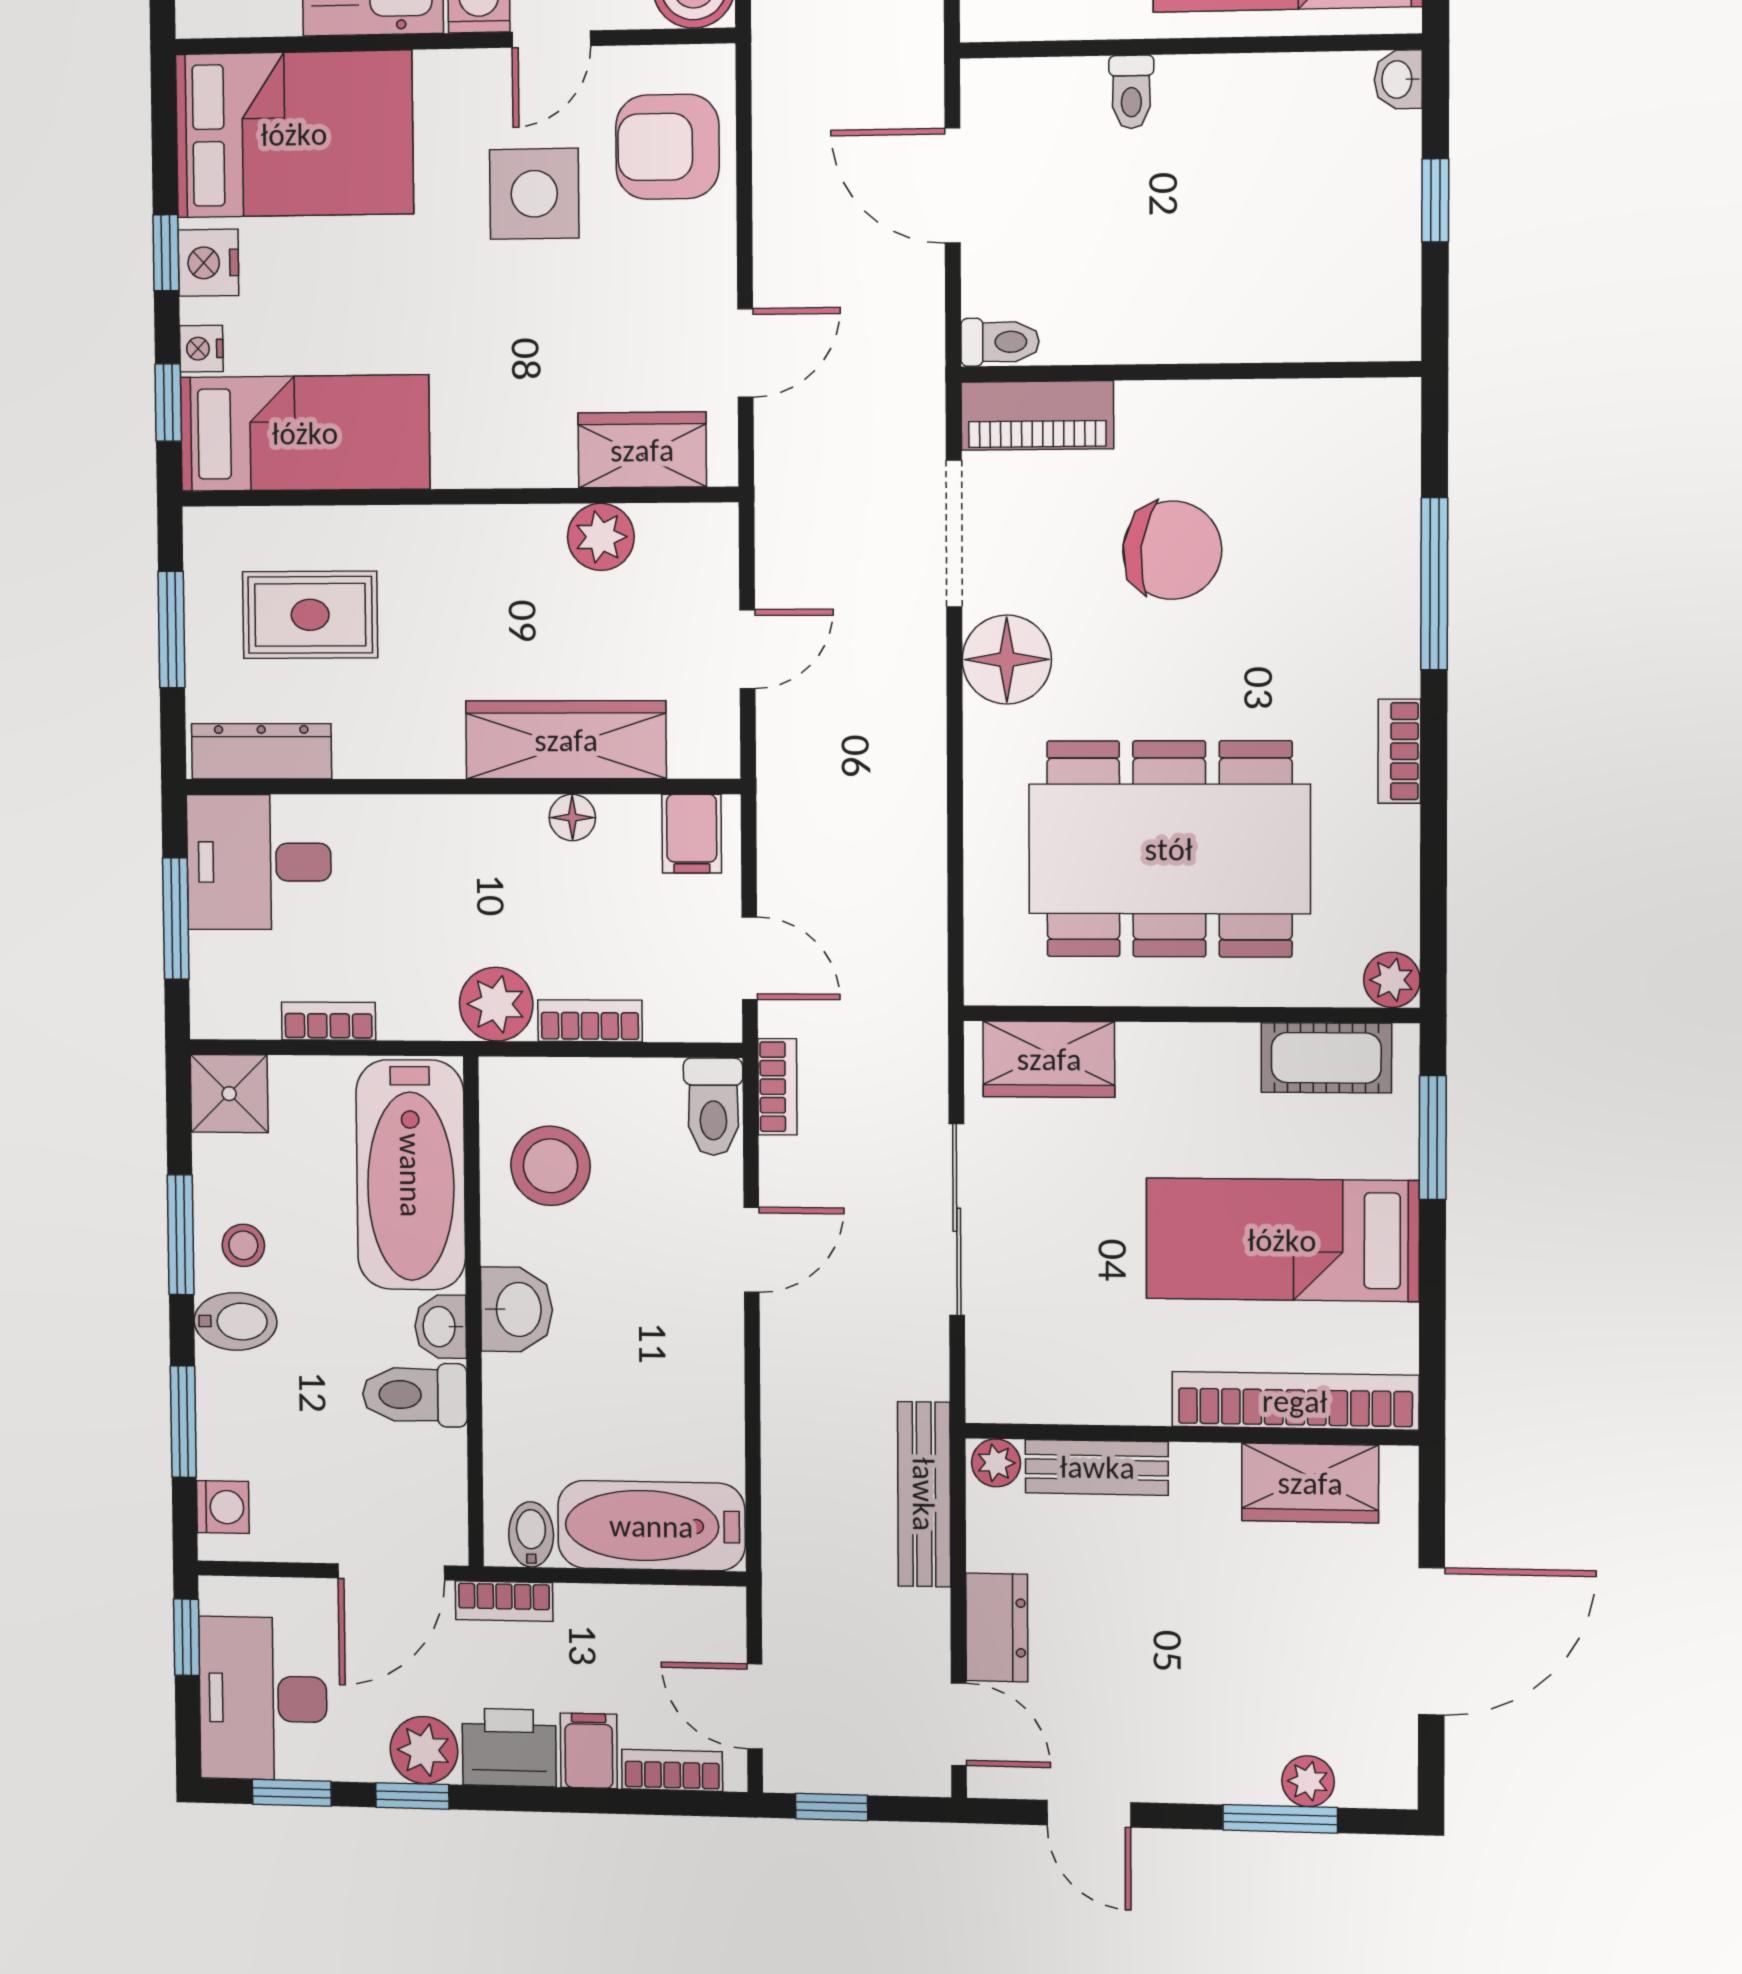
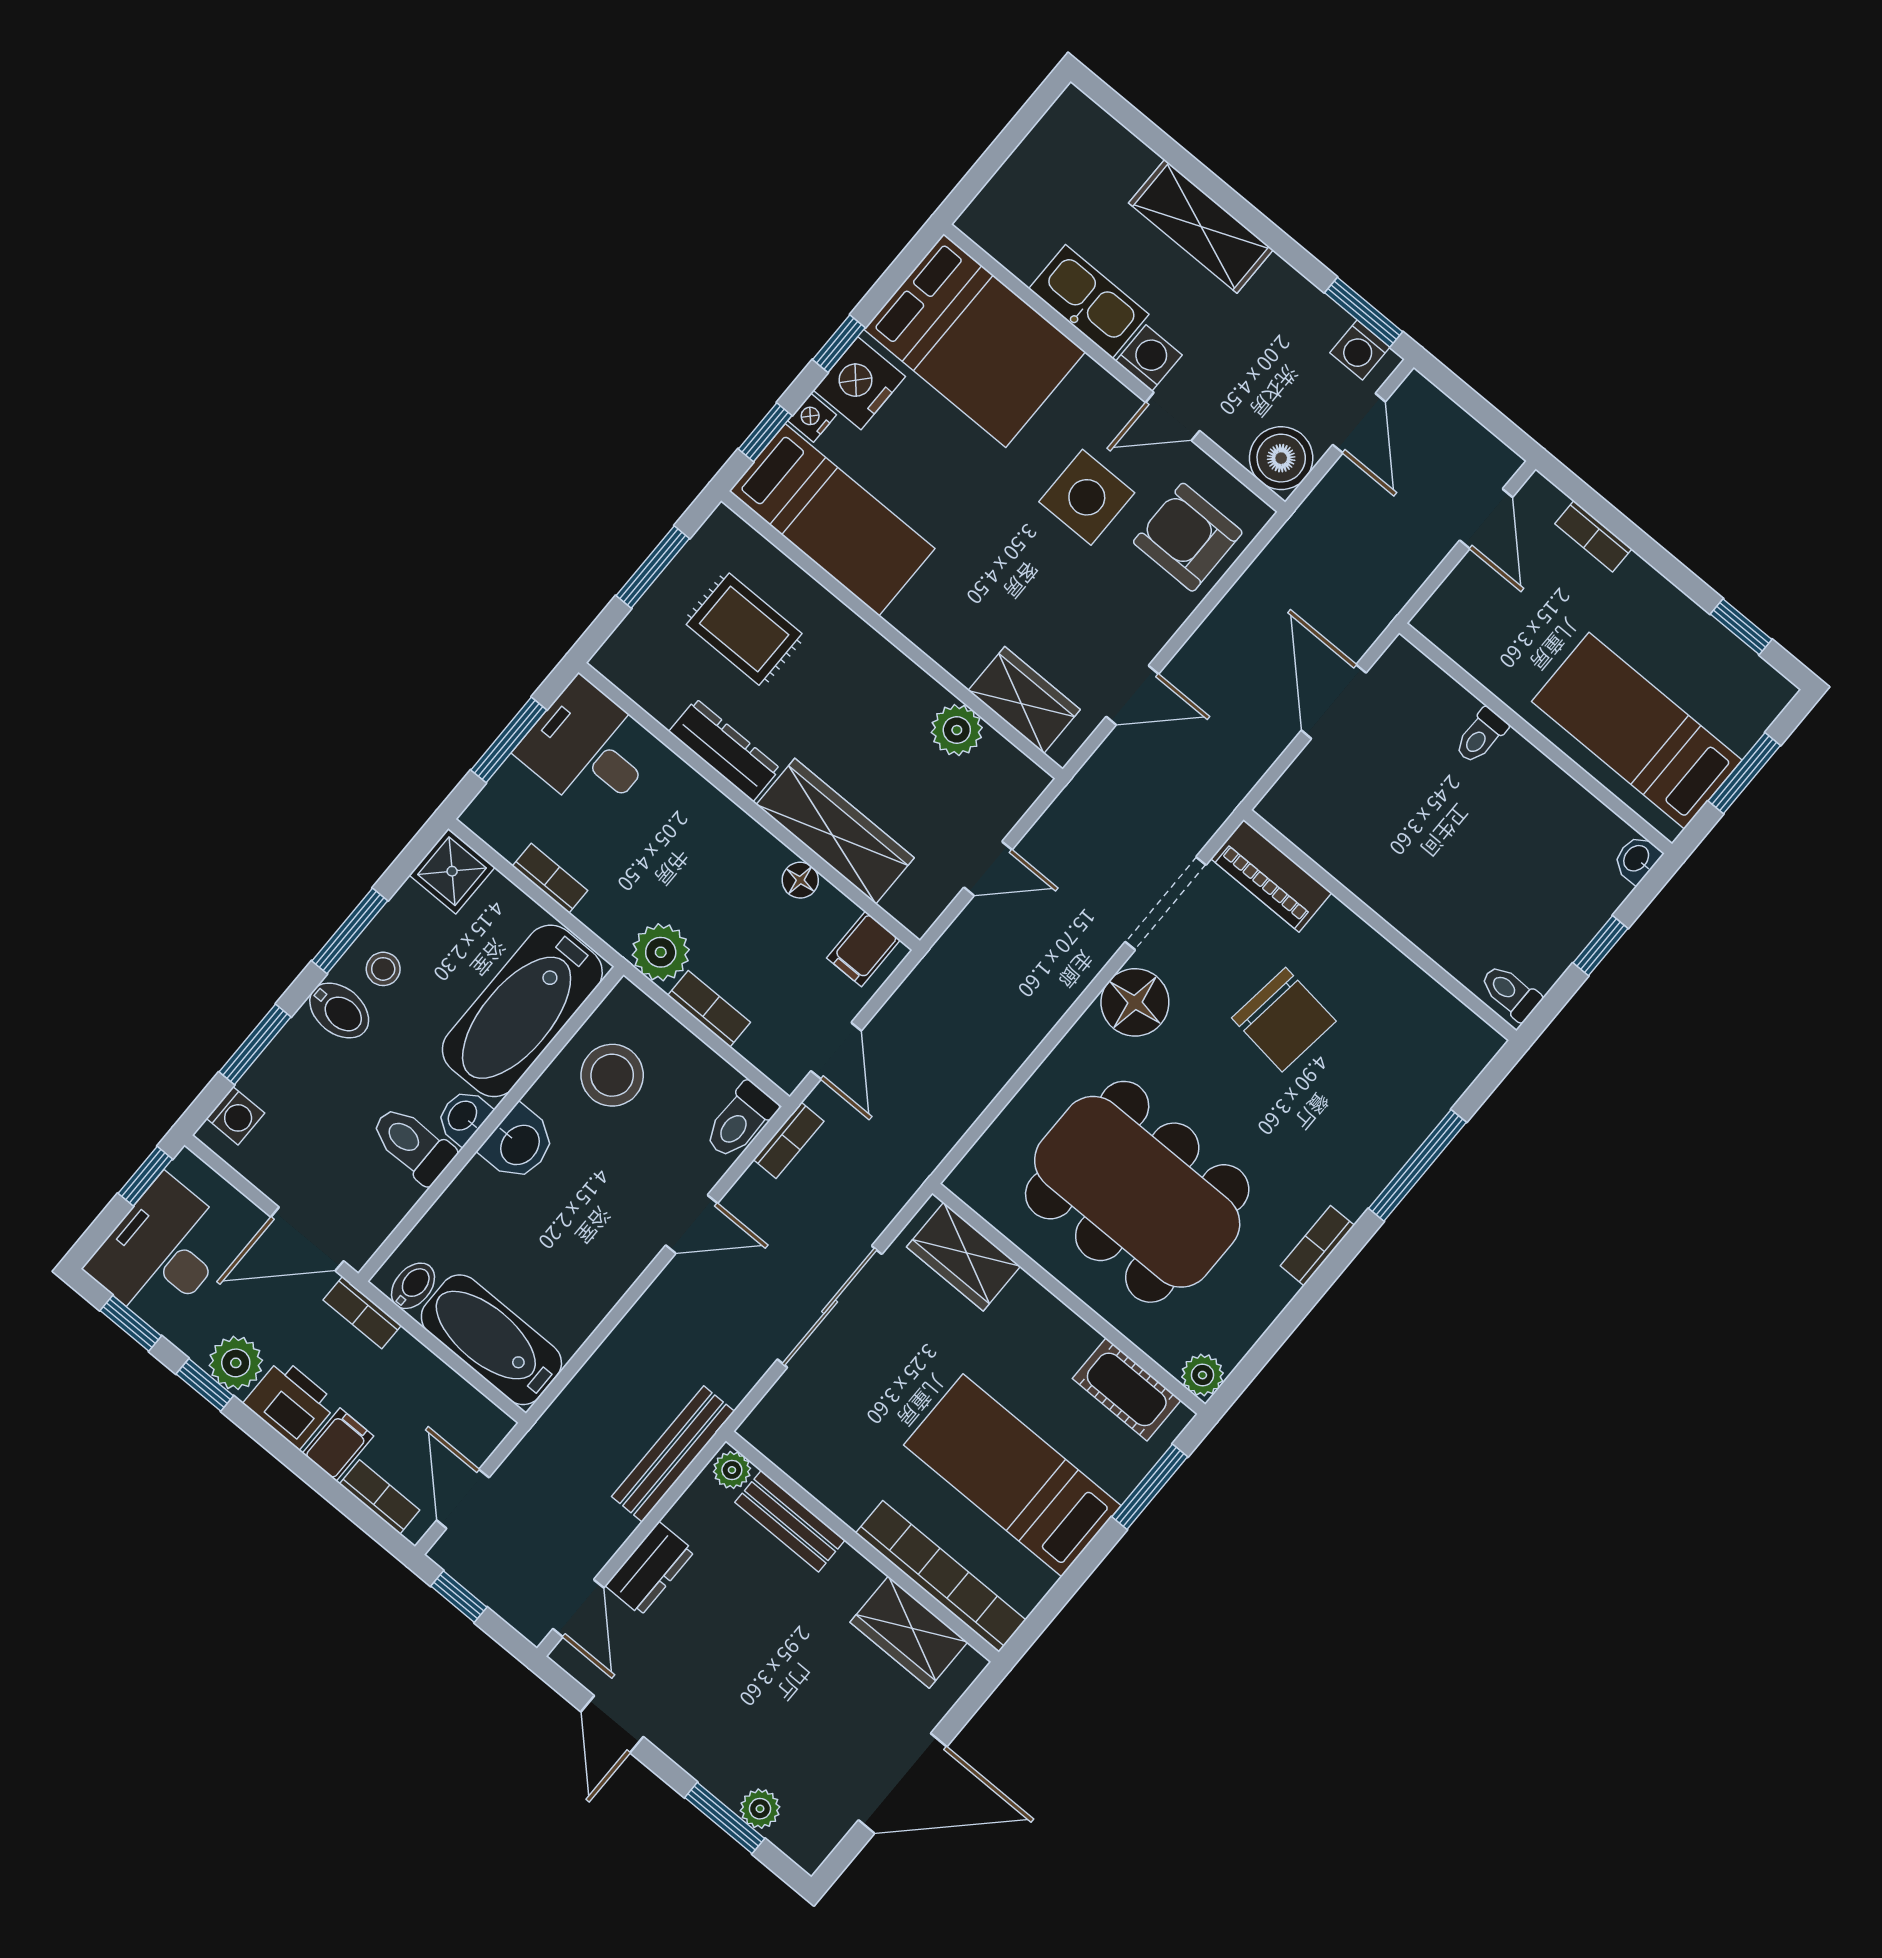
nightstand: (208, 263) -> (859, 383), width x1.36, depth x1.33
toilet: (1000, 342) -> (1510, 992), moved, turned 180
dresser: (261, 751) -> (725, 750), moved

